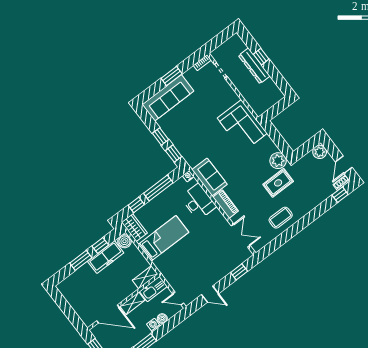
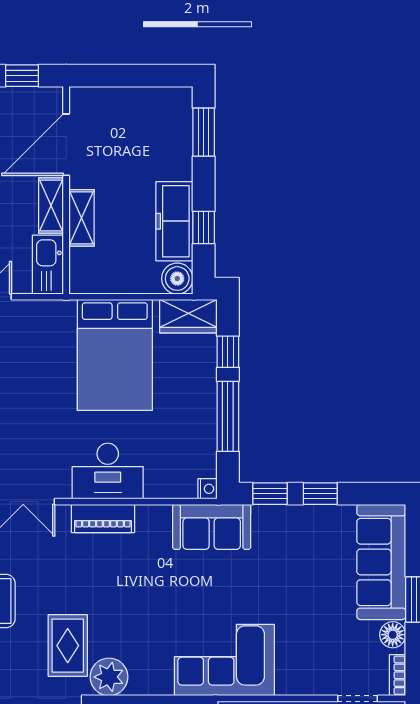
floor lamp: (190, 75) -> (393, 635), added
sofa: (210, 177) -> (212, 527), moved
desk: (198, 202) -> (108, 471), moved
bed: (164, 238) -> (115, 355), width x1.50
window: (81, 260) -> (204, 132), moved
shelving: (145, 277) -> (81, 218), moved

